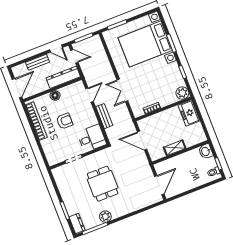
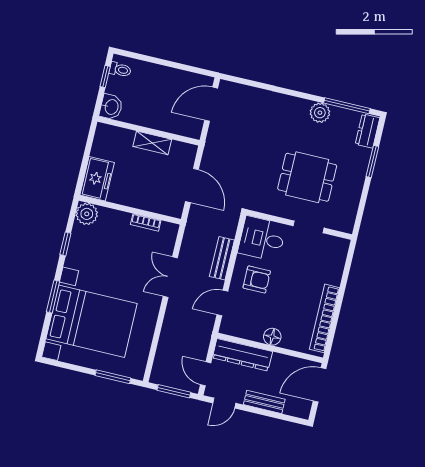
door: (56, 49) -> (224, 403), swing flipped
double door: (122, 90) -> (170, 277), swing flipped
armchair: (65, 121) -> (257, 279), moved, turned 180
dining table: (103, 184) -> (307, 177), moved, turned 90

